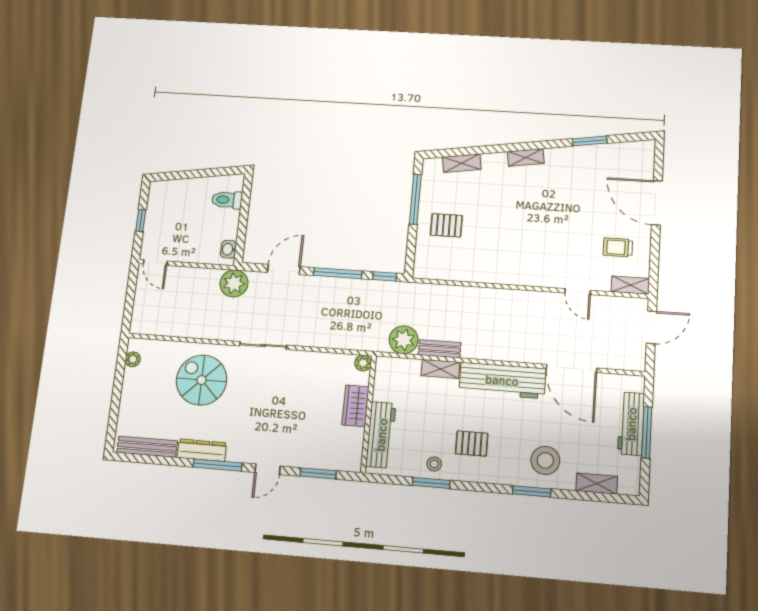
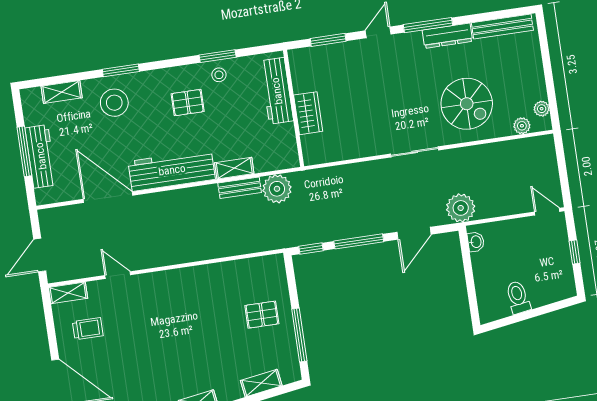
toilet: (227, 200) -> (518, 297), moved, turned -99
plant: (363, 363) -> (522, 126), moved

